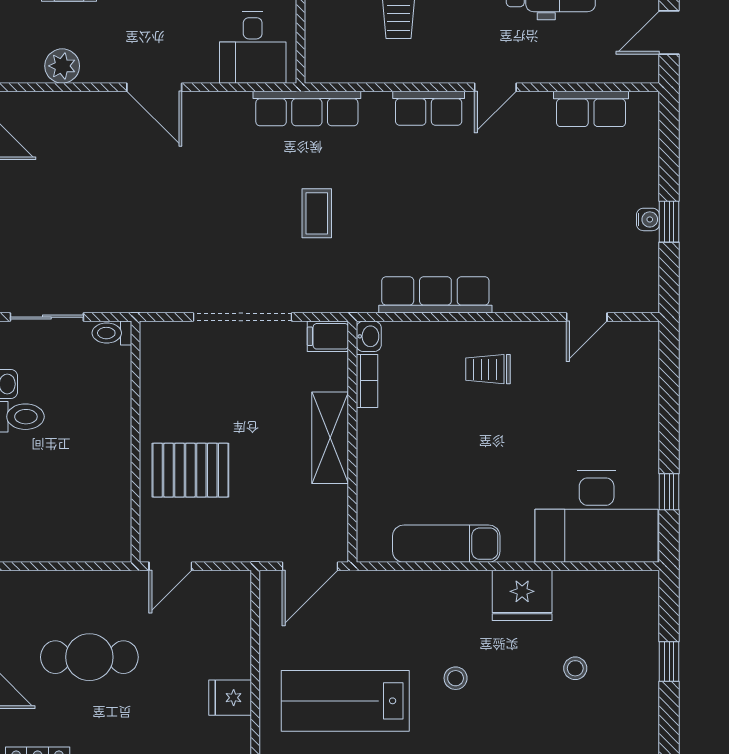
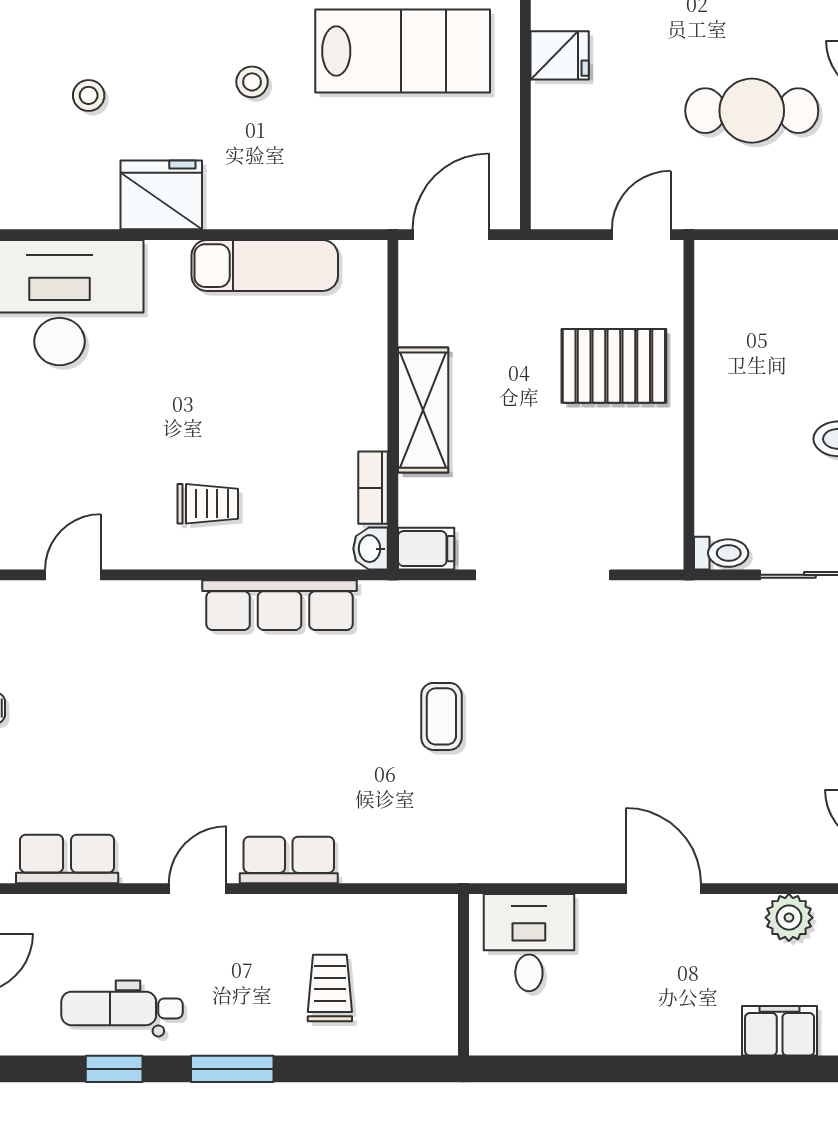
row of seats: (307, 108) -> (455, 860), removed

